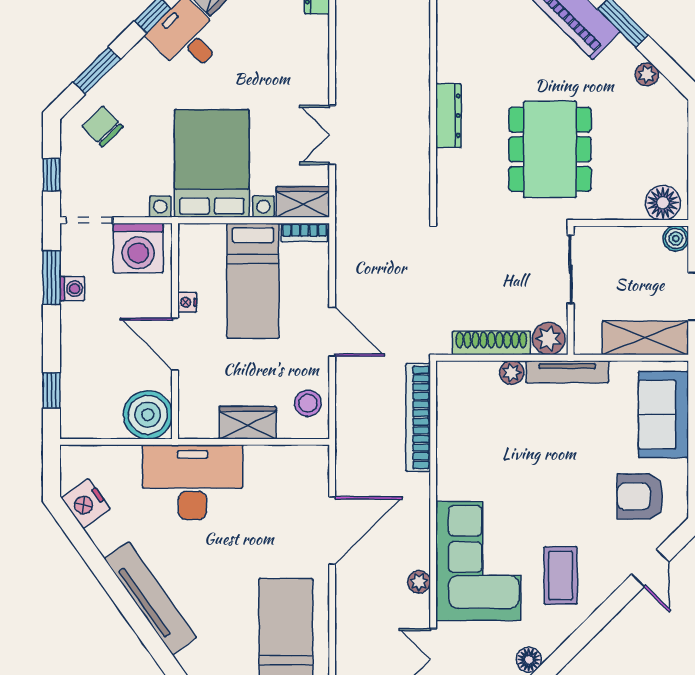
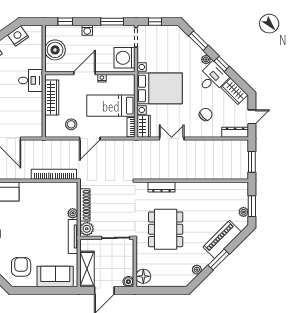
plant: (142, 52) -> (206, 59), added
dresser: (448, 116) -> (161, 187), moved
chair: (103, 127) -> (206, 114), moved
dining table: (550, 149) -> (166, 229), turned 90
washing machine: (72, 289) -> (87, 30), moved
stool: (308, 403) -> (71, 124), moved
boiler: (148, 415) -> (55, 50), moved
wardrobe: (248, 423) -> (52, 98), width x1.50
desk: (193, 482) -> (31, 80), width x0.53, depth x0.77

